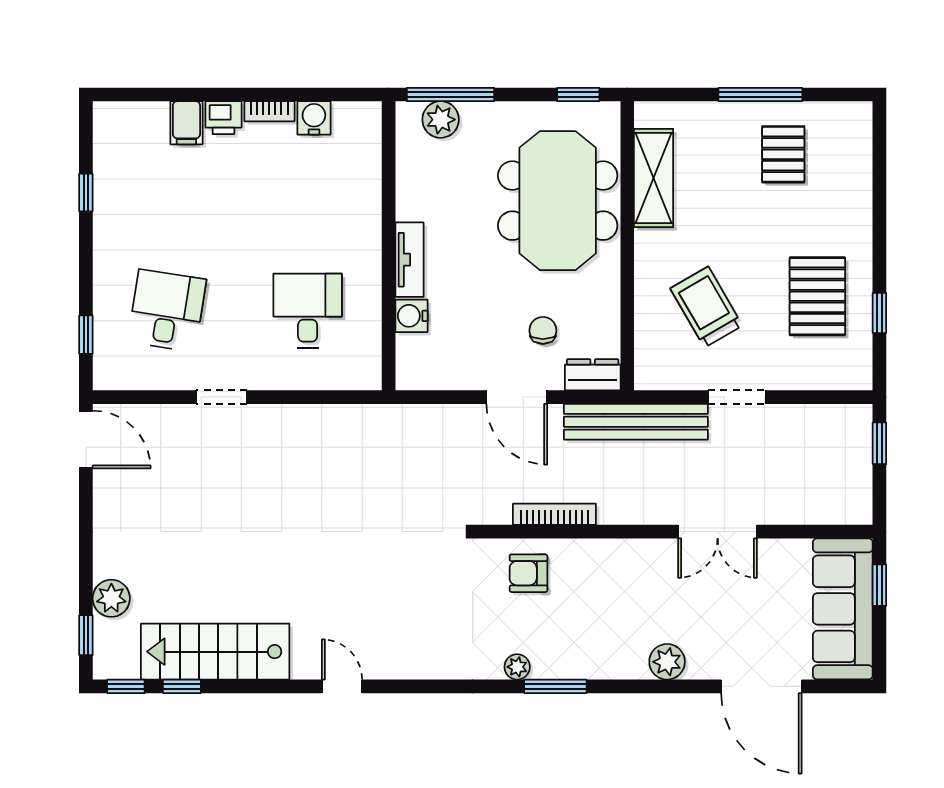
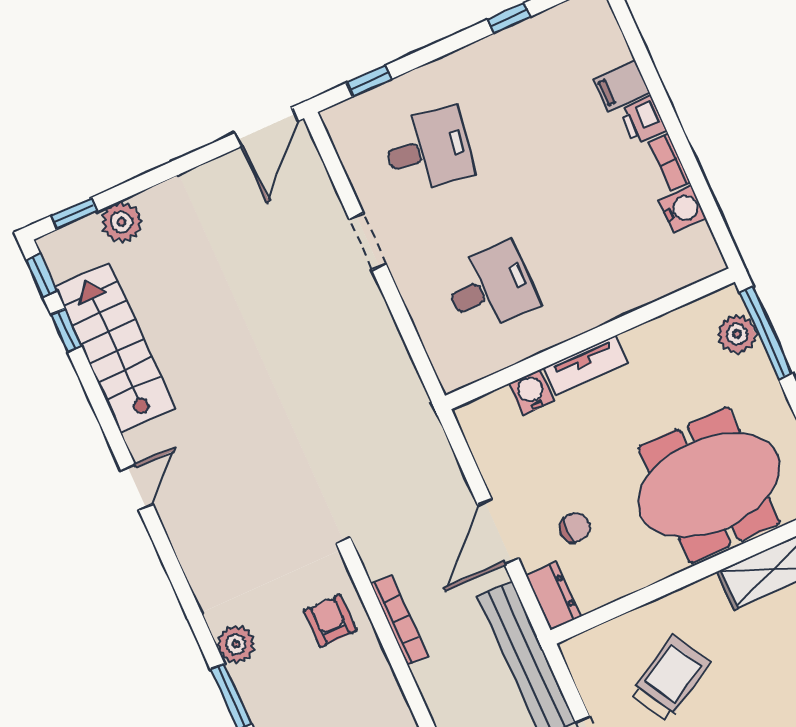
plant: (517, 667) -> (236, 644), width x1.38, depth x1.38

